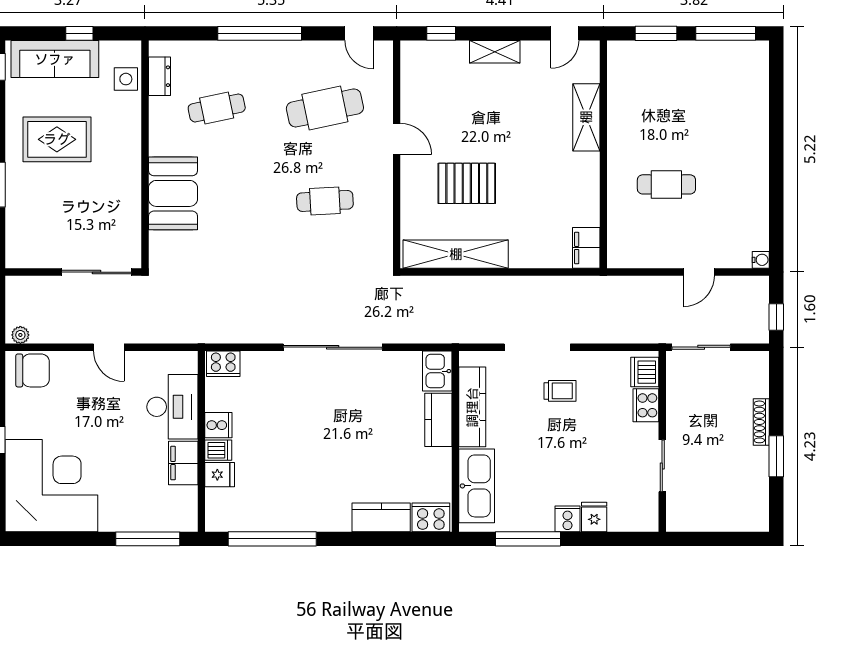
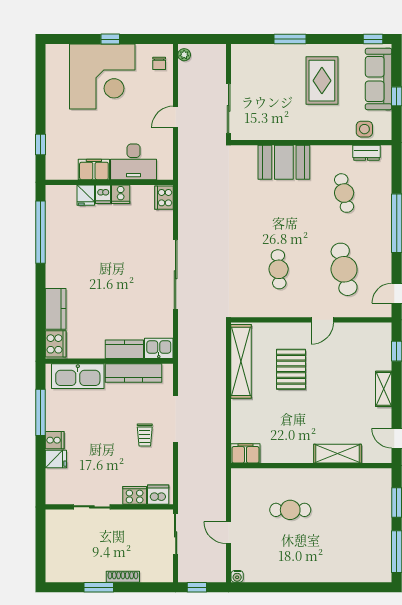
cafe table: (666, 184) -> (290, 510), turned 90
chair: (33, 370) -> (159, 63), width x0.54, depth x0.54
corner desk: (51, 486) -> (102, 77), moved
window: (148, 539) -> (41, 144), width x0.46

